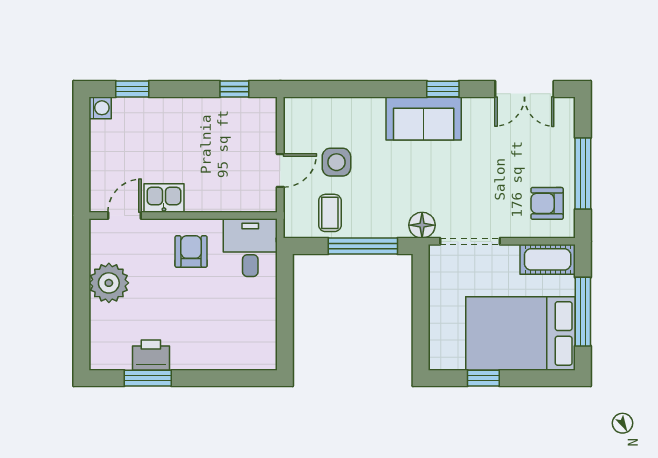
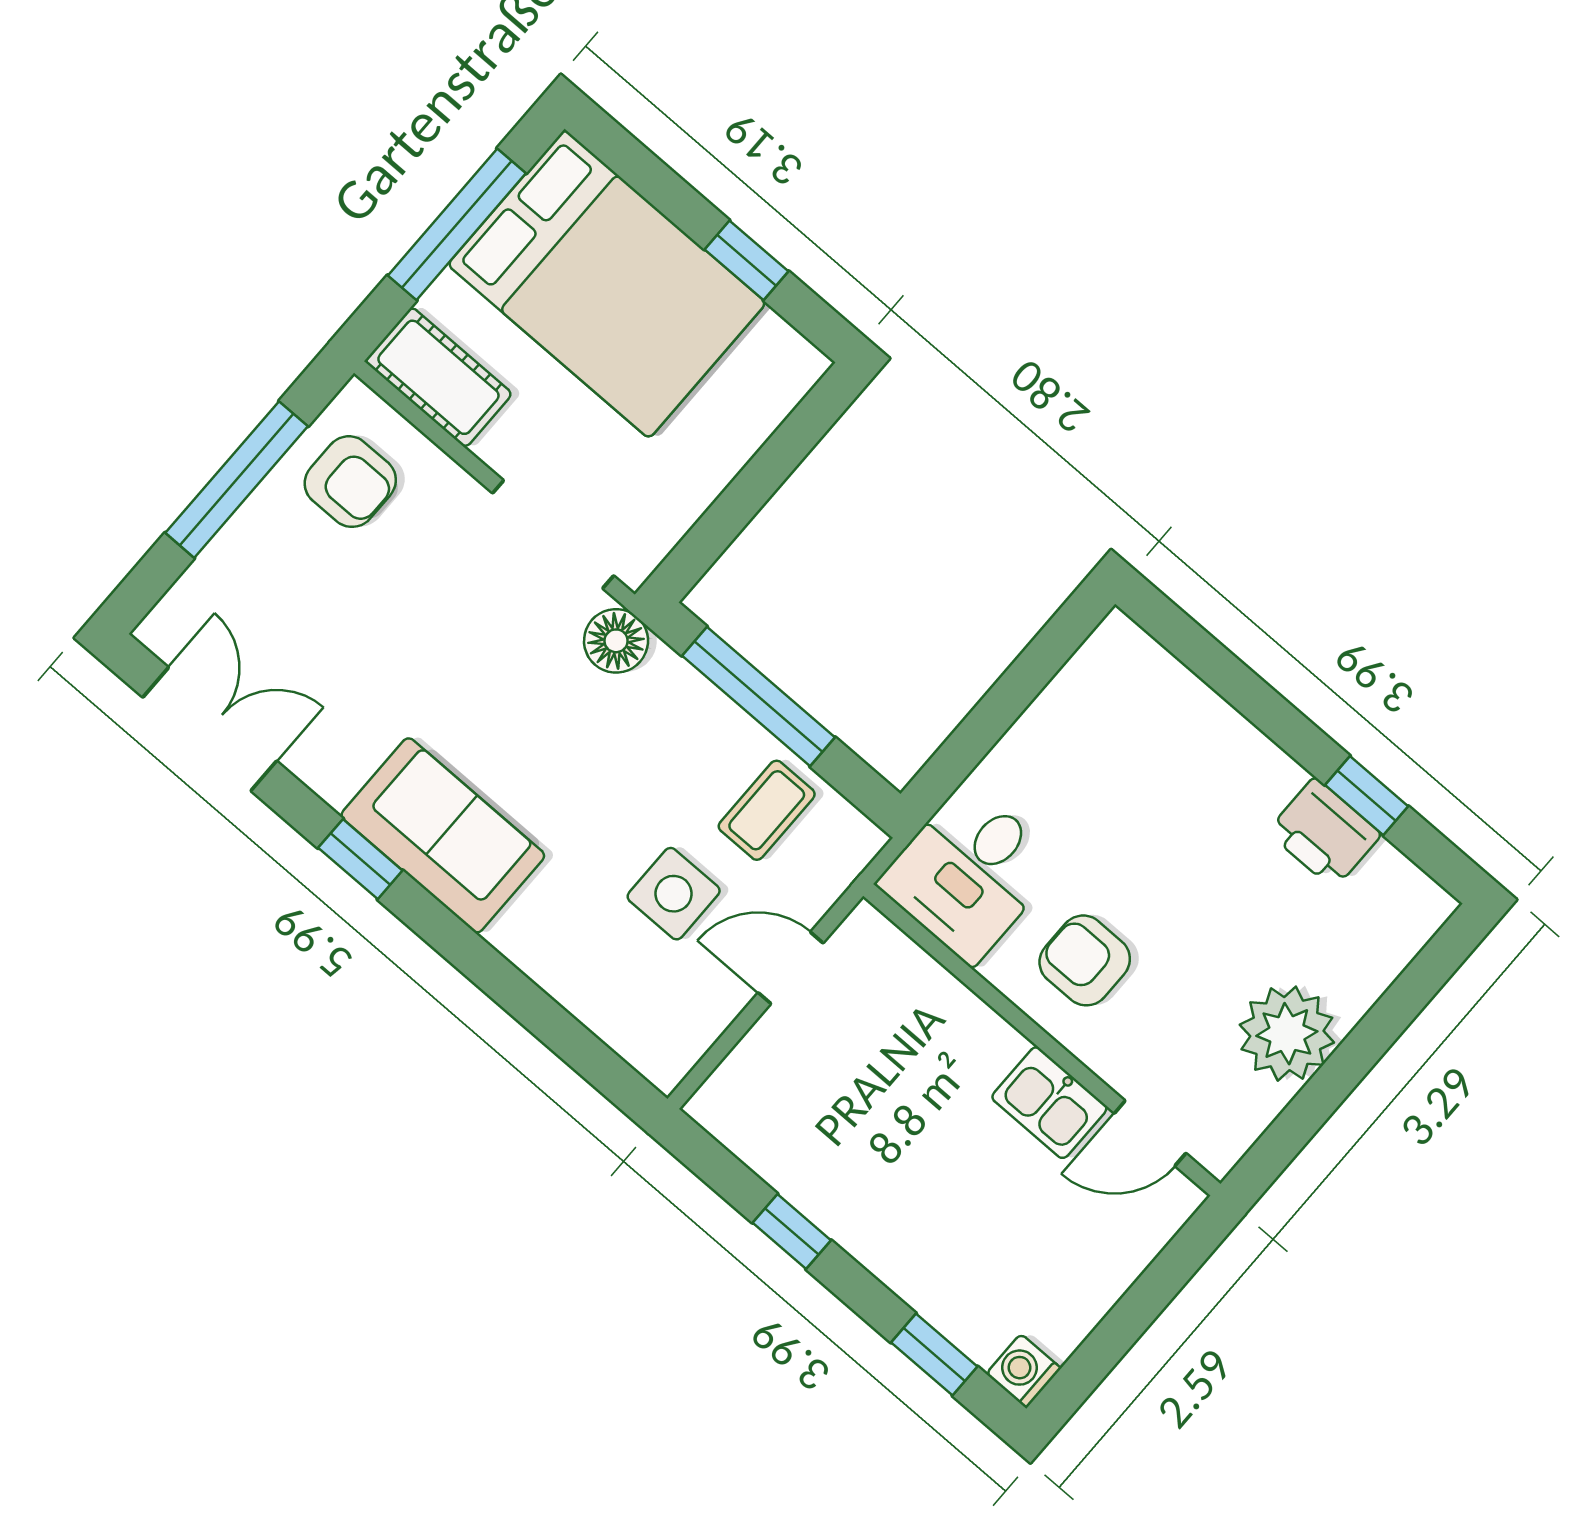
window: (234, 89) -> (792, 1232), moved
armchair: (191, 251) -> (1085, 960), turned 90
window: (148, 378) -> (1367, 796), width x0.67

